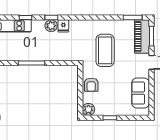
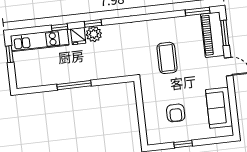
fridge: (63, 26) -> (78, 36), moved
coffee table: (105, 50) -> (167, 58), width x0.73, depth x0.76
armchair: (91, 85) -> (176, 113), moved
plant: (88, 109) -> (154, 137), removed

